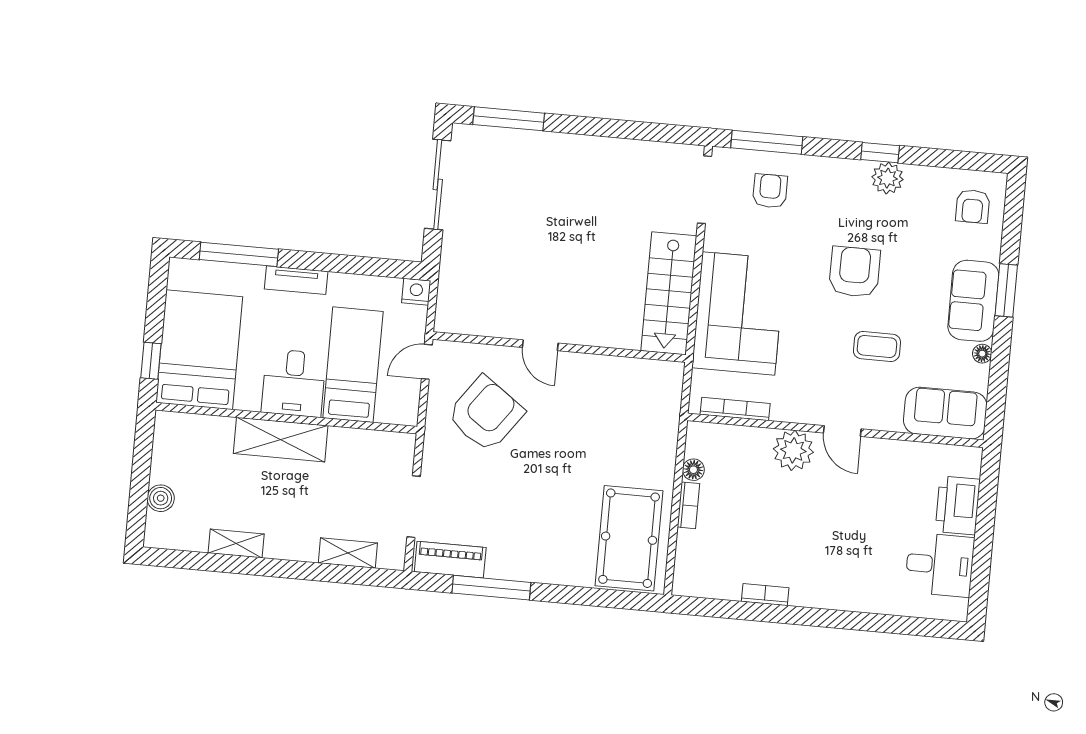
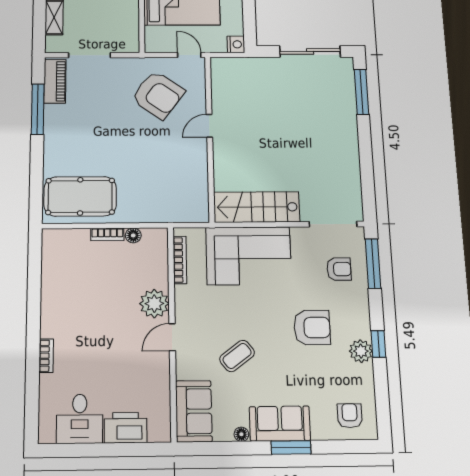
armchair: (973, 206) -> (350, 416), turned 90
armchair: (855, 272) -> (312, 328), moved
coffee table: (877, 346) -> (237, 356), turned 53
bookcase: (765, 595) -> (46, 356), moved

